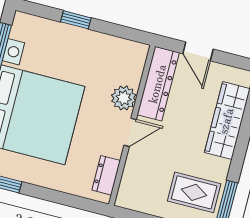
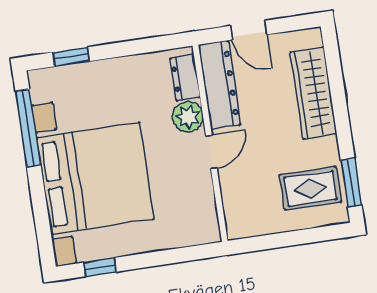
window: (76, 20) -> (71, 57), moved
dresser: (106, 175) -> (185, 78), moved

